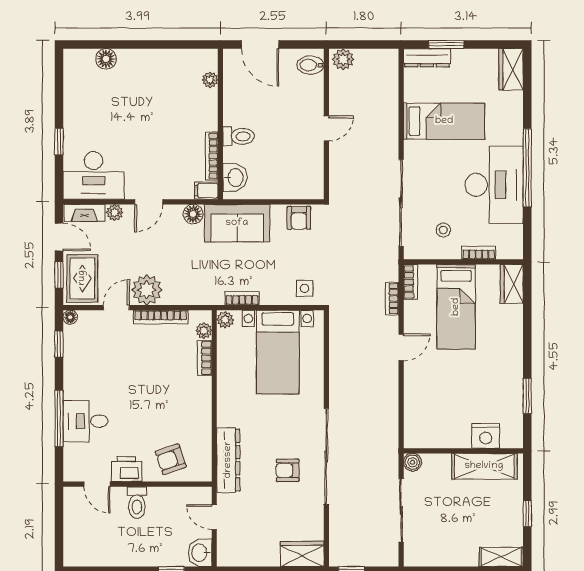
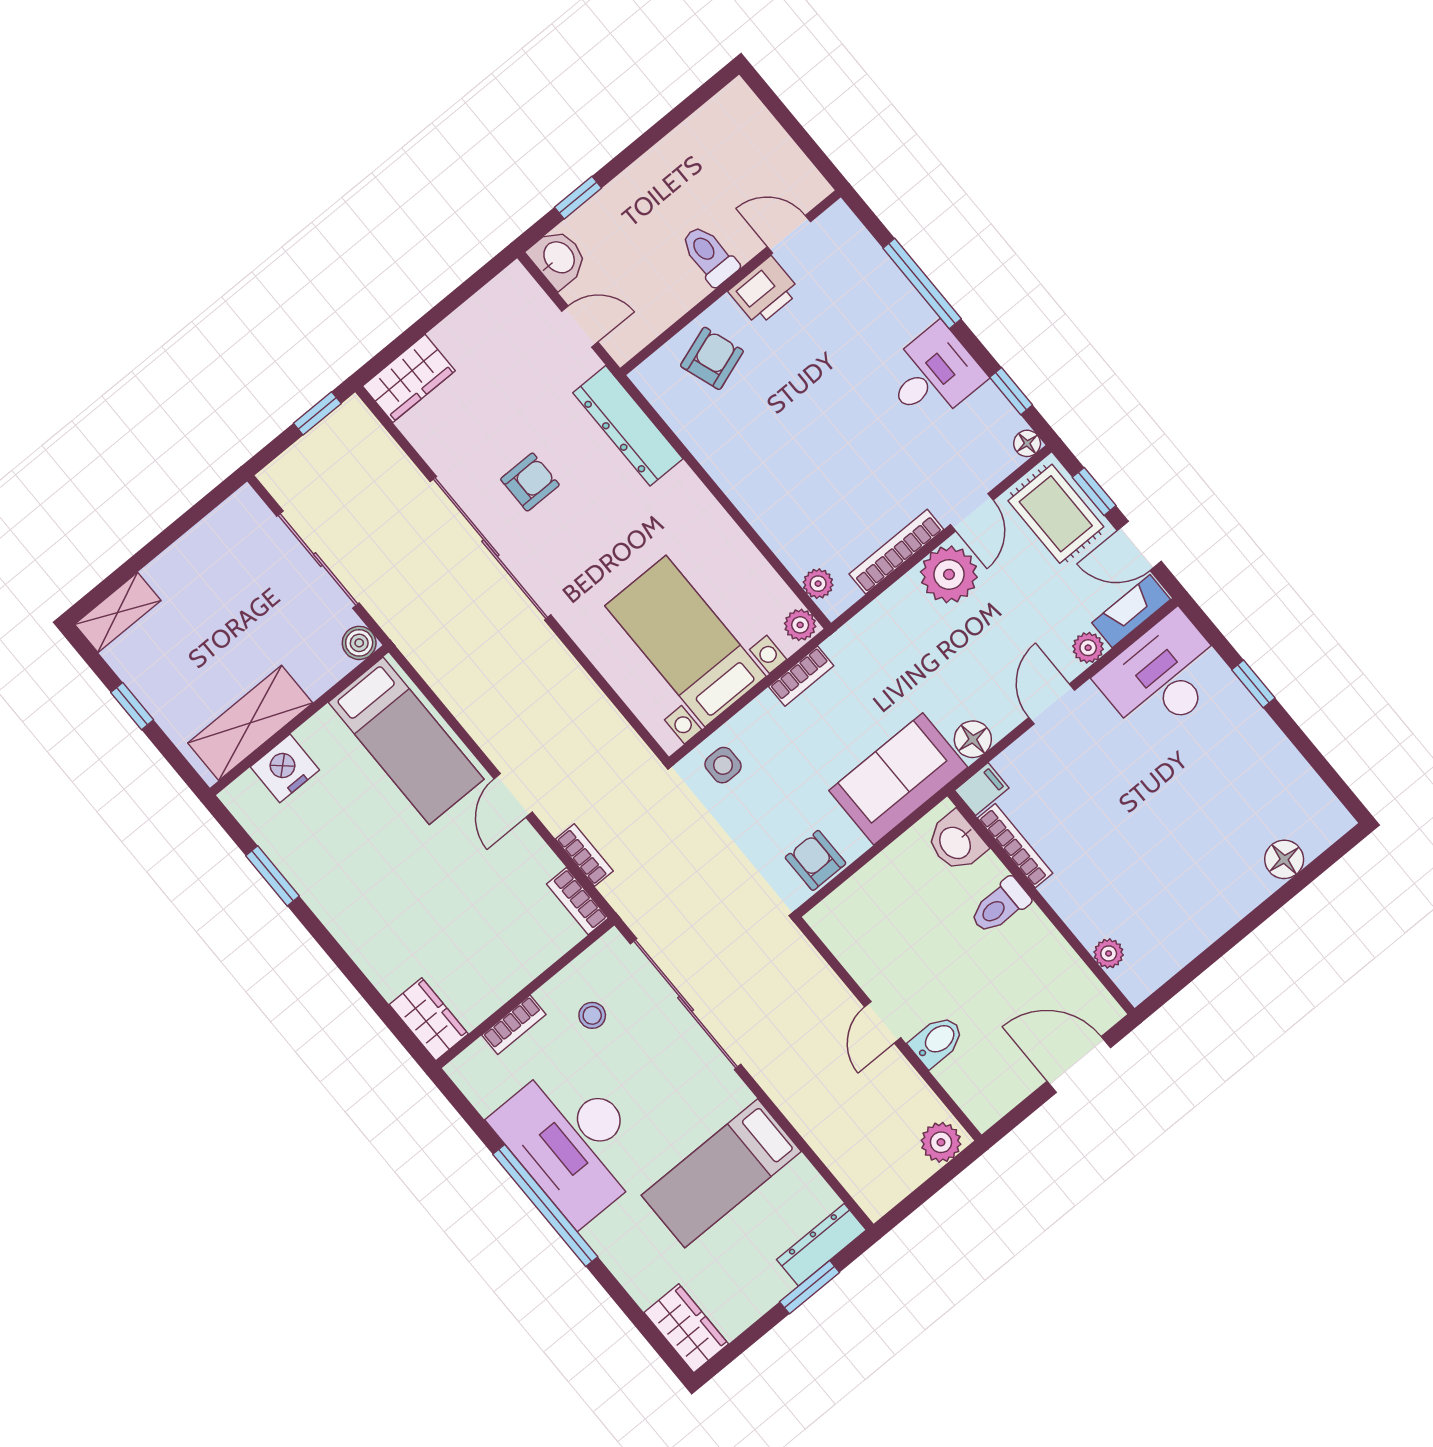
bidet: (310, 65) -> (937, 1041), moved
bed: (456, 307) -> (406, 741), moved, turned 180
bookcase: (205, 358) -> (784, 545), removed
desk: (85, 421) -> (933, 375), moved

